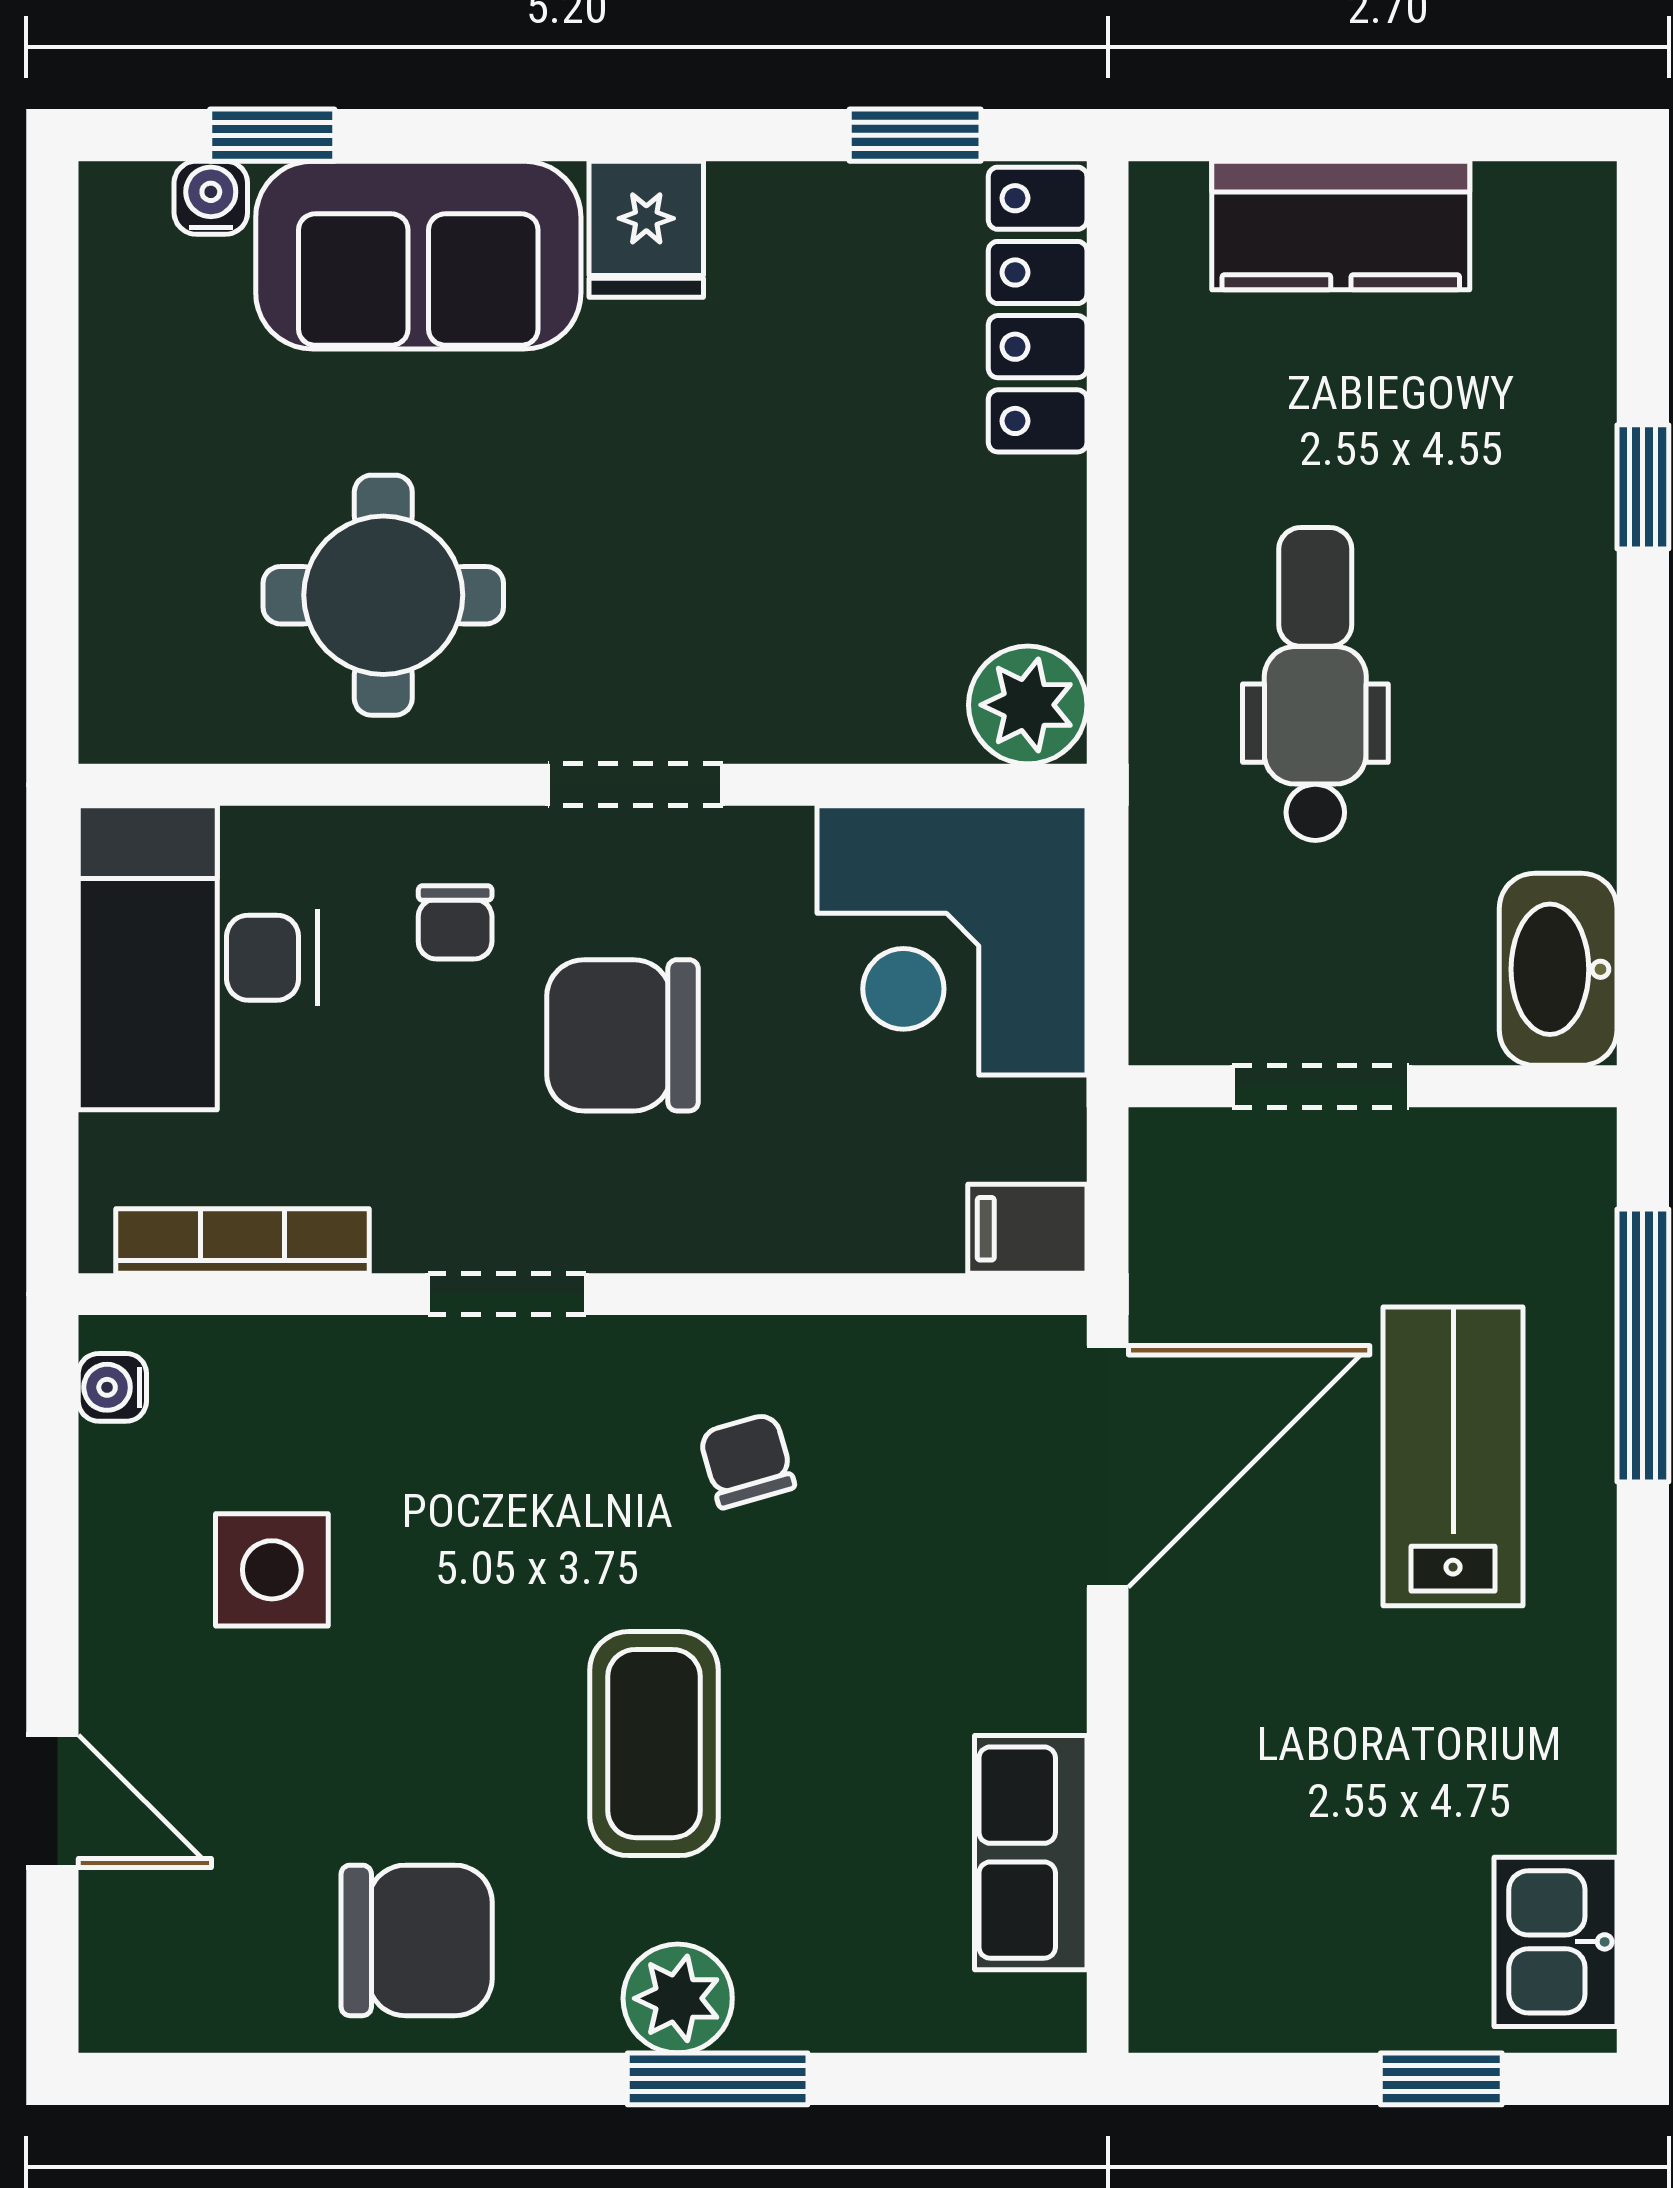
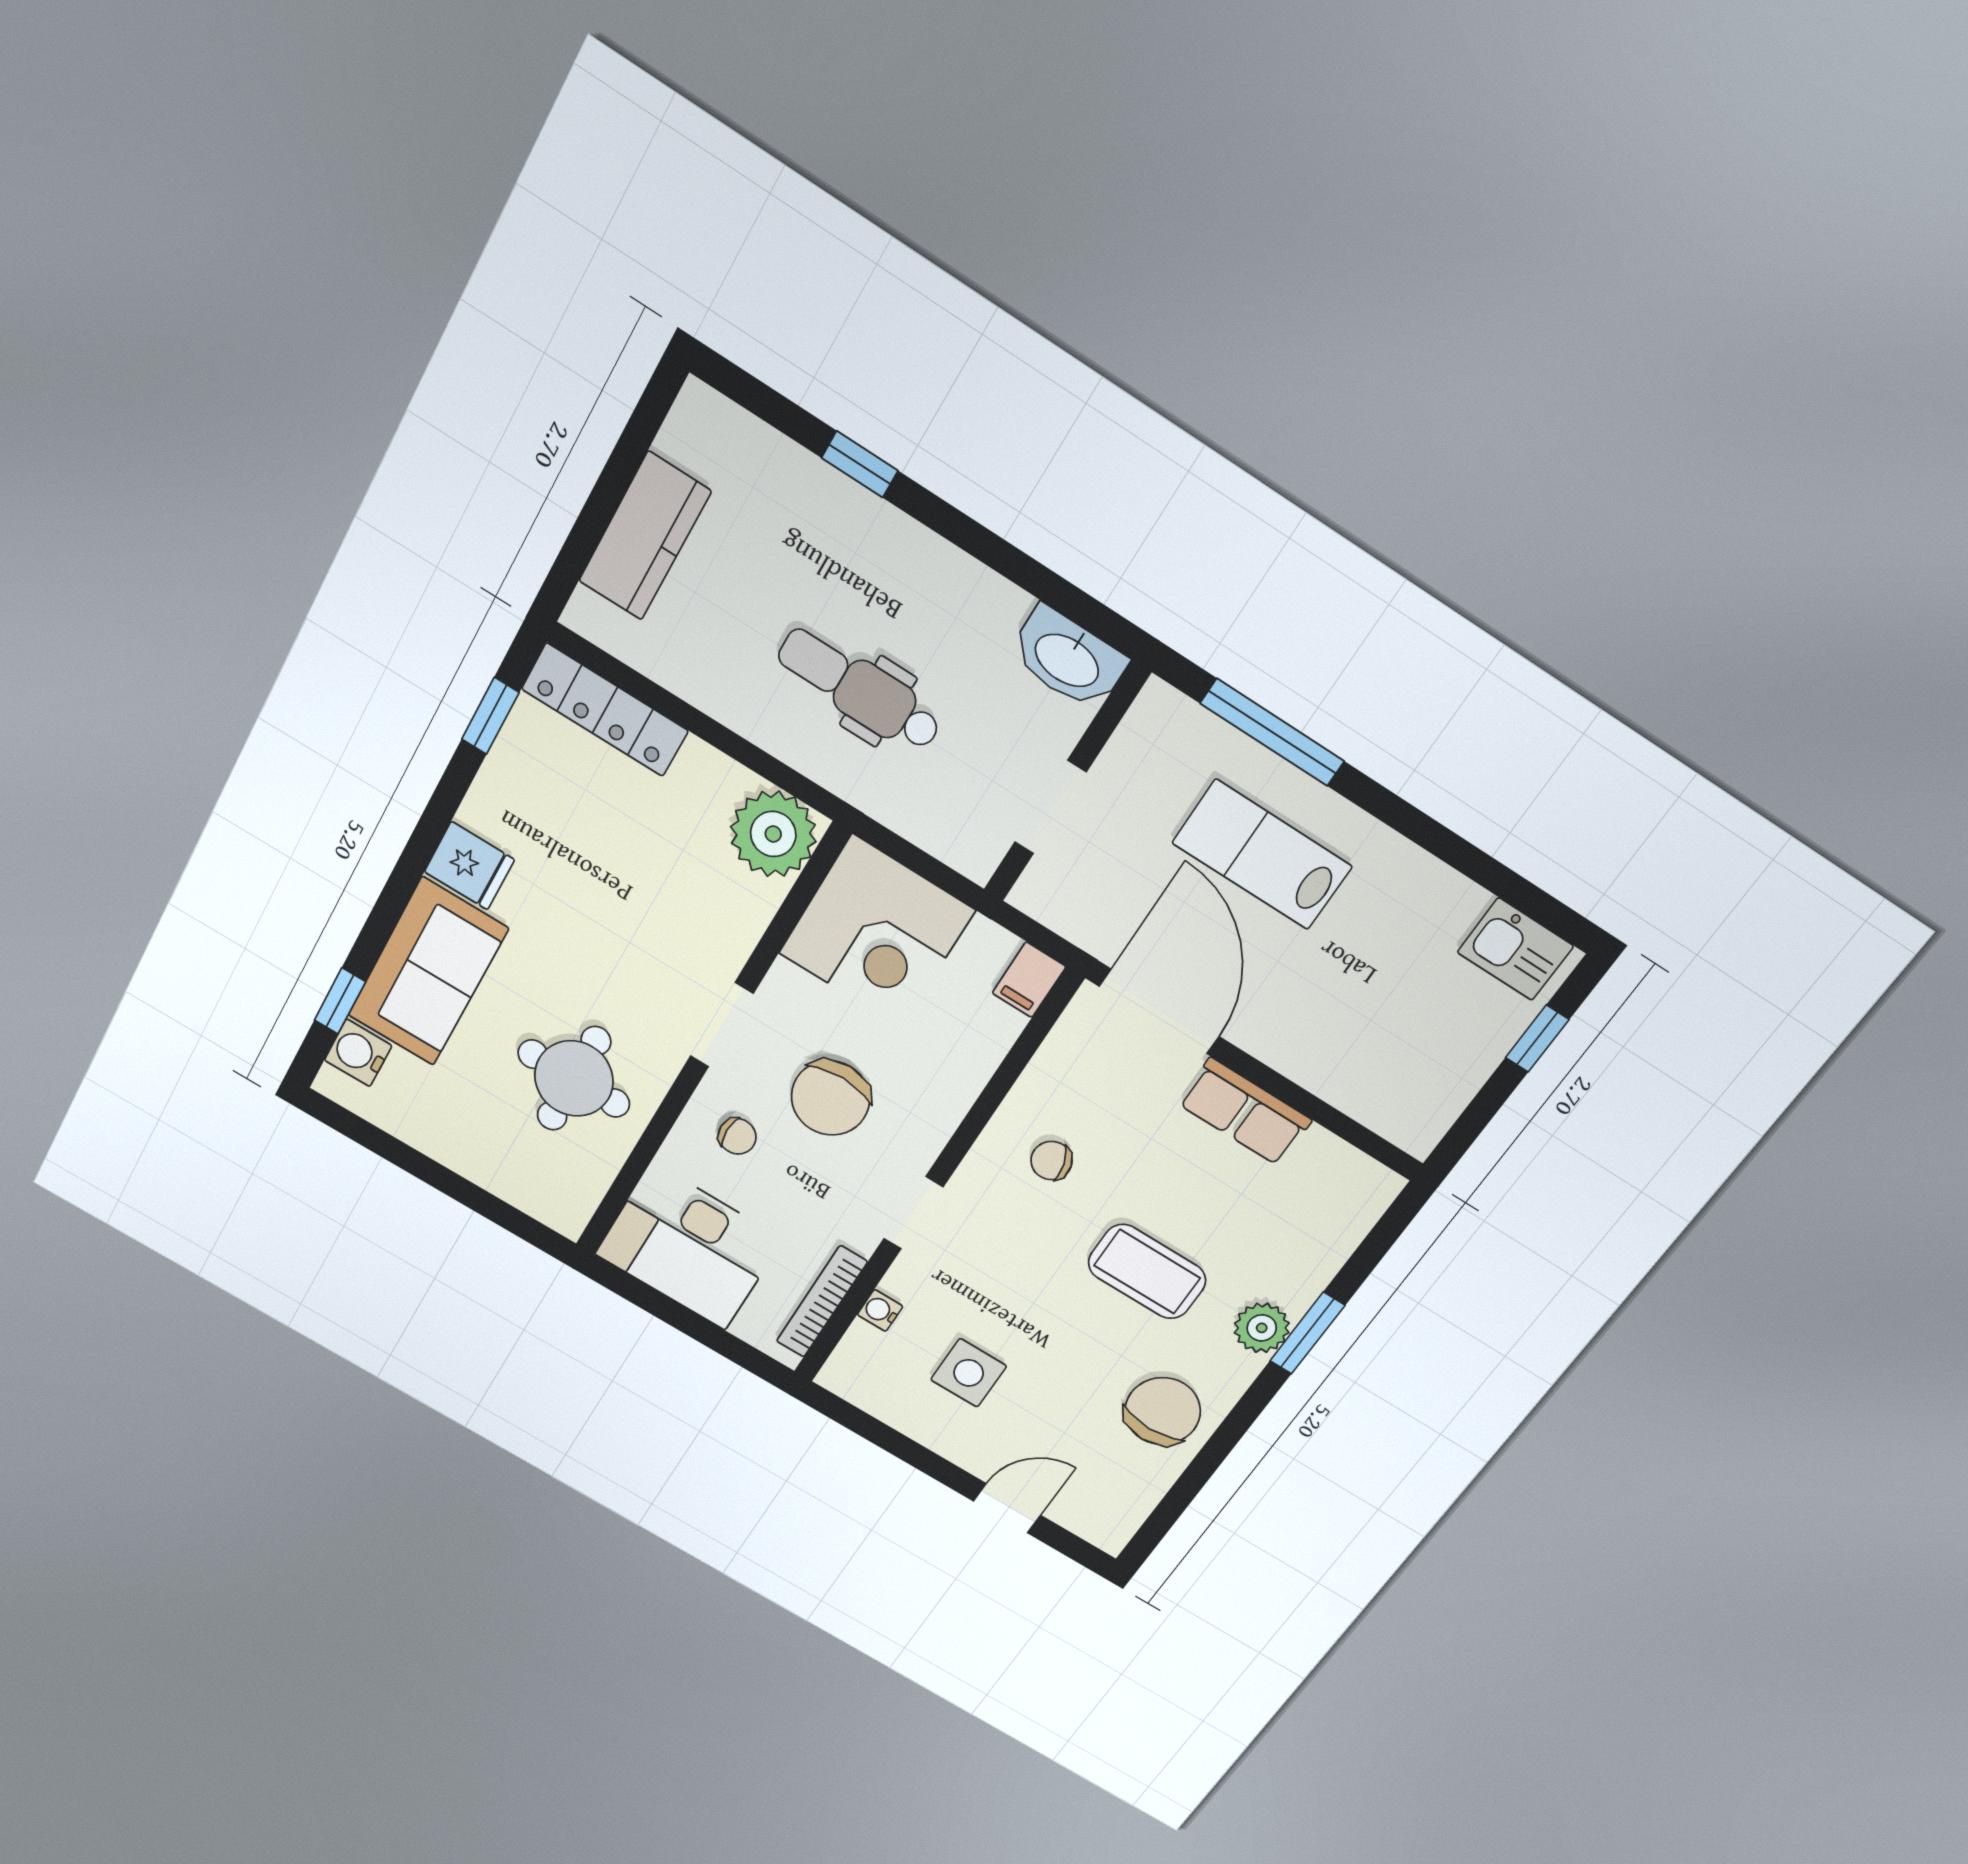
water cooler: (211, 198) -> (358, 1053), width x1.38, depth x1.38
plant: (1028, 705) -> (773, 834), width x1.36, depth x1.36
water cooler: (112, 1387) -> (880, 1310), moved, turned 90
row of seats: (1031, 1853) -> (1245, 1112), moved

